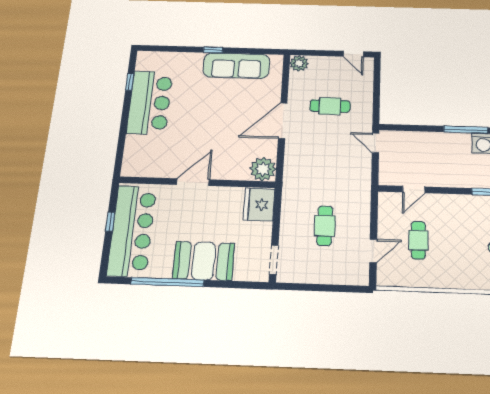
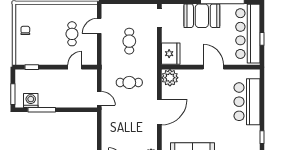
bar counter: (150, 103) -> (247, 102), moved
cafe table: (330, 106) -> (129, 82), moved
door: (193, 182) -> (213, 67), swing flipped

